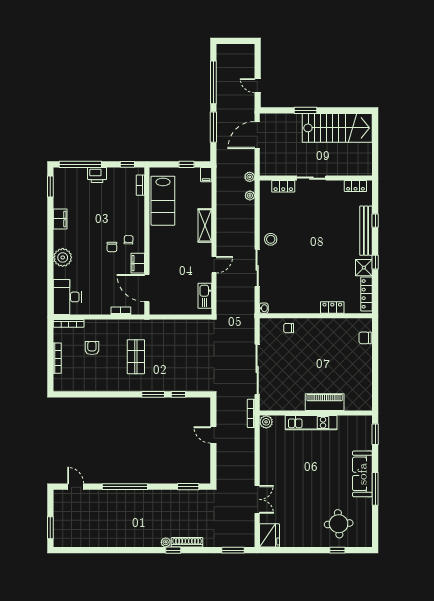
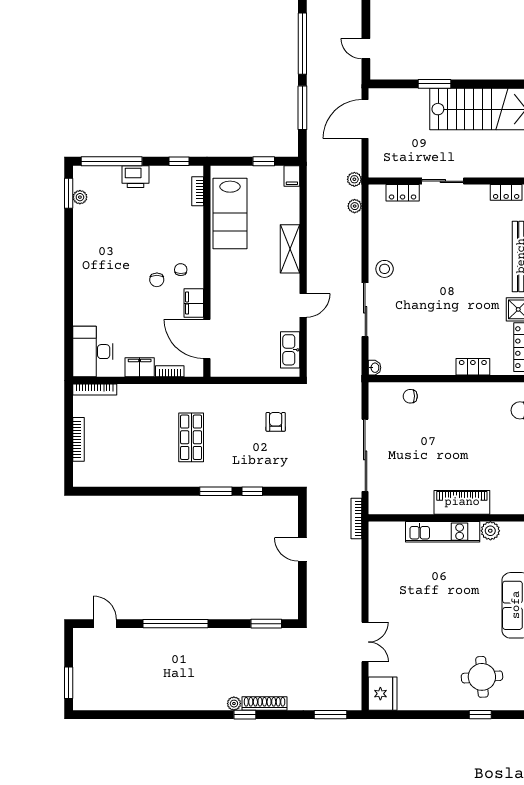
filing cabinet: (60, 219) -> (140, 367), moved, turned -90
plant: (63, 257) -> (80, 197), moved, width x0.53, depth x0.53
armchair: (92, 348) -> (276, 422), moved
plant: (266, 422) -> (490, 531), moved

